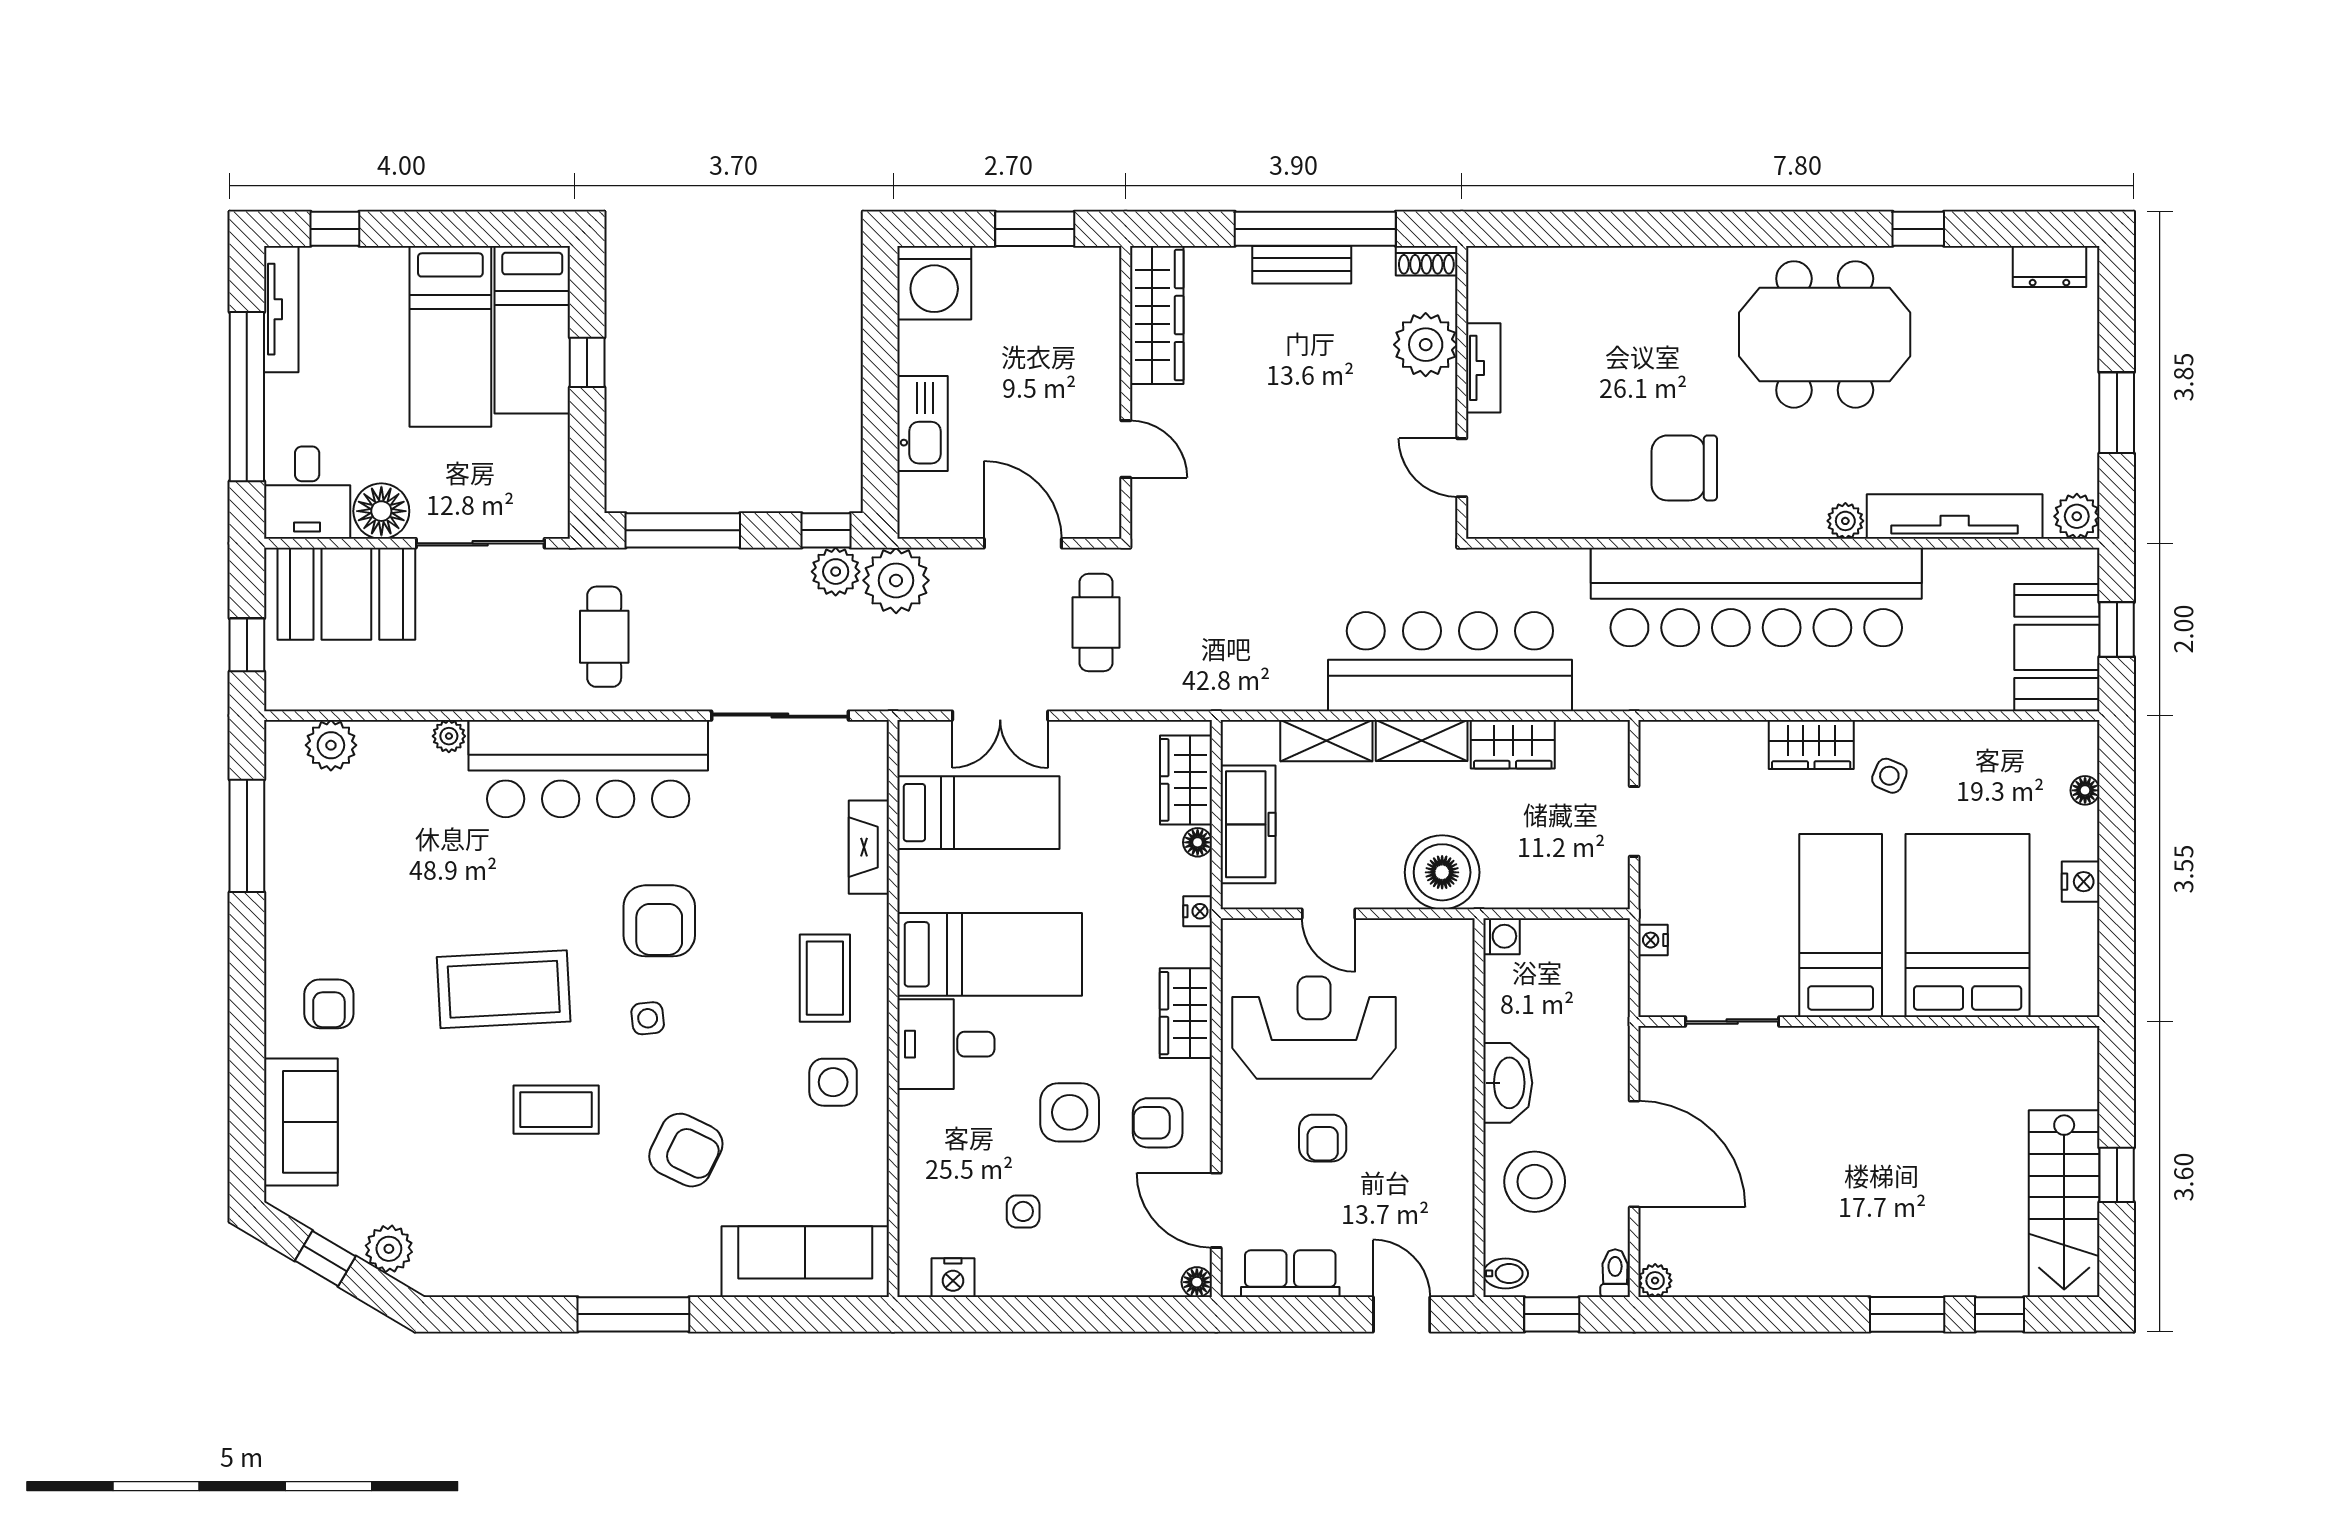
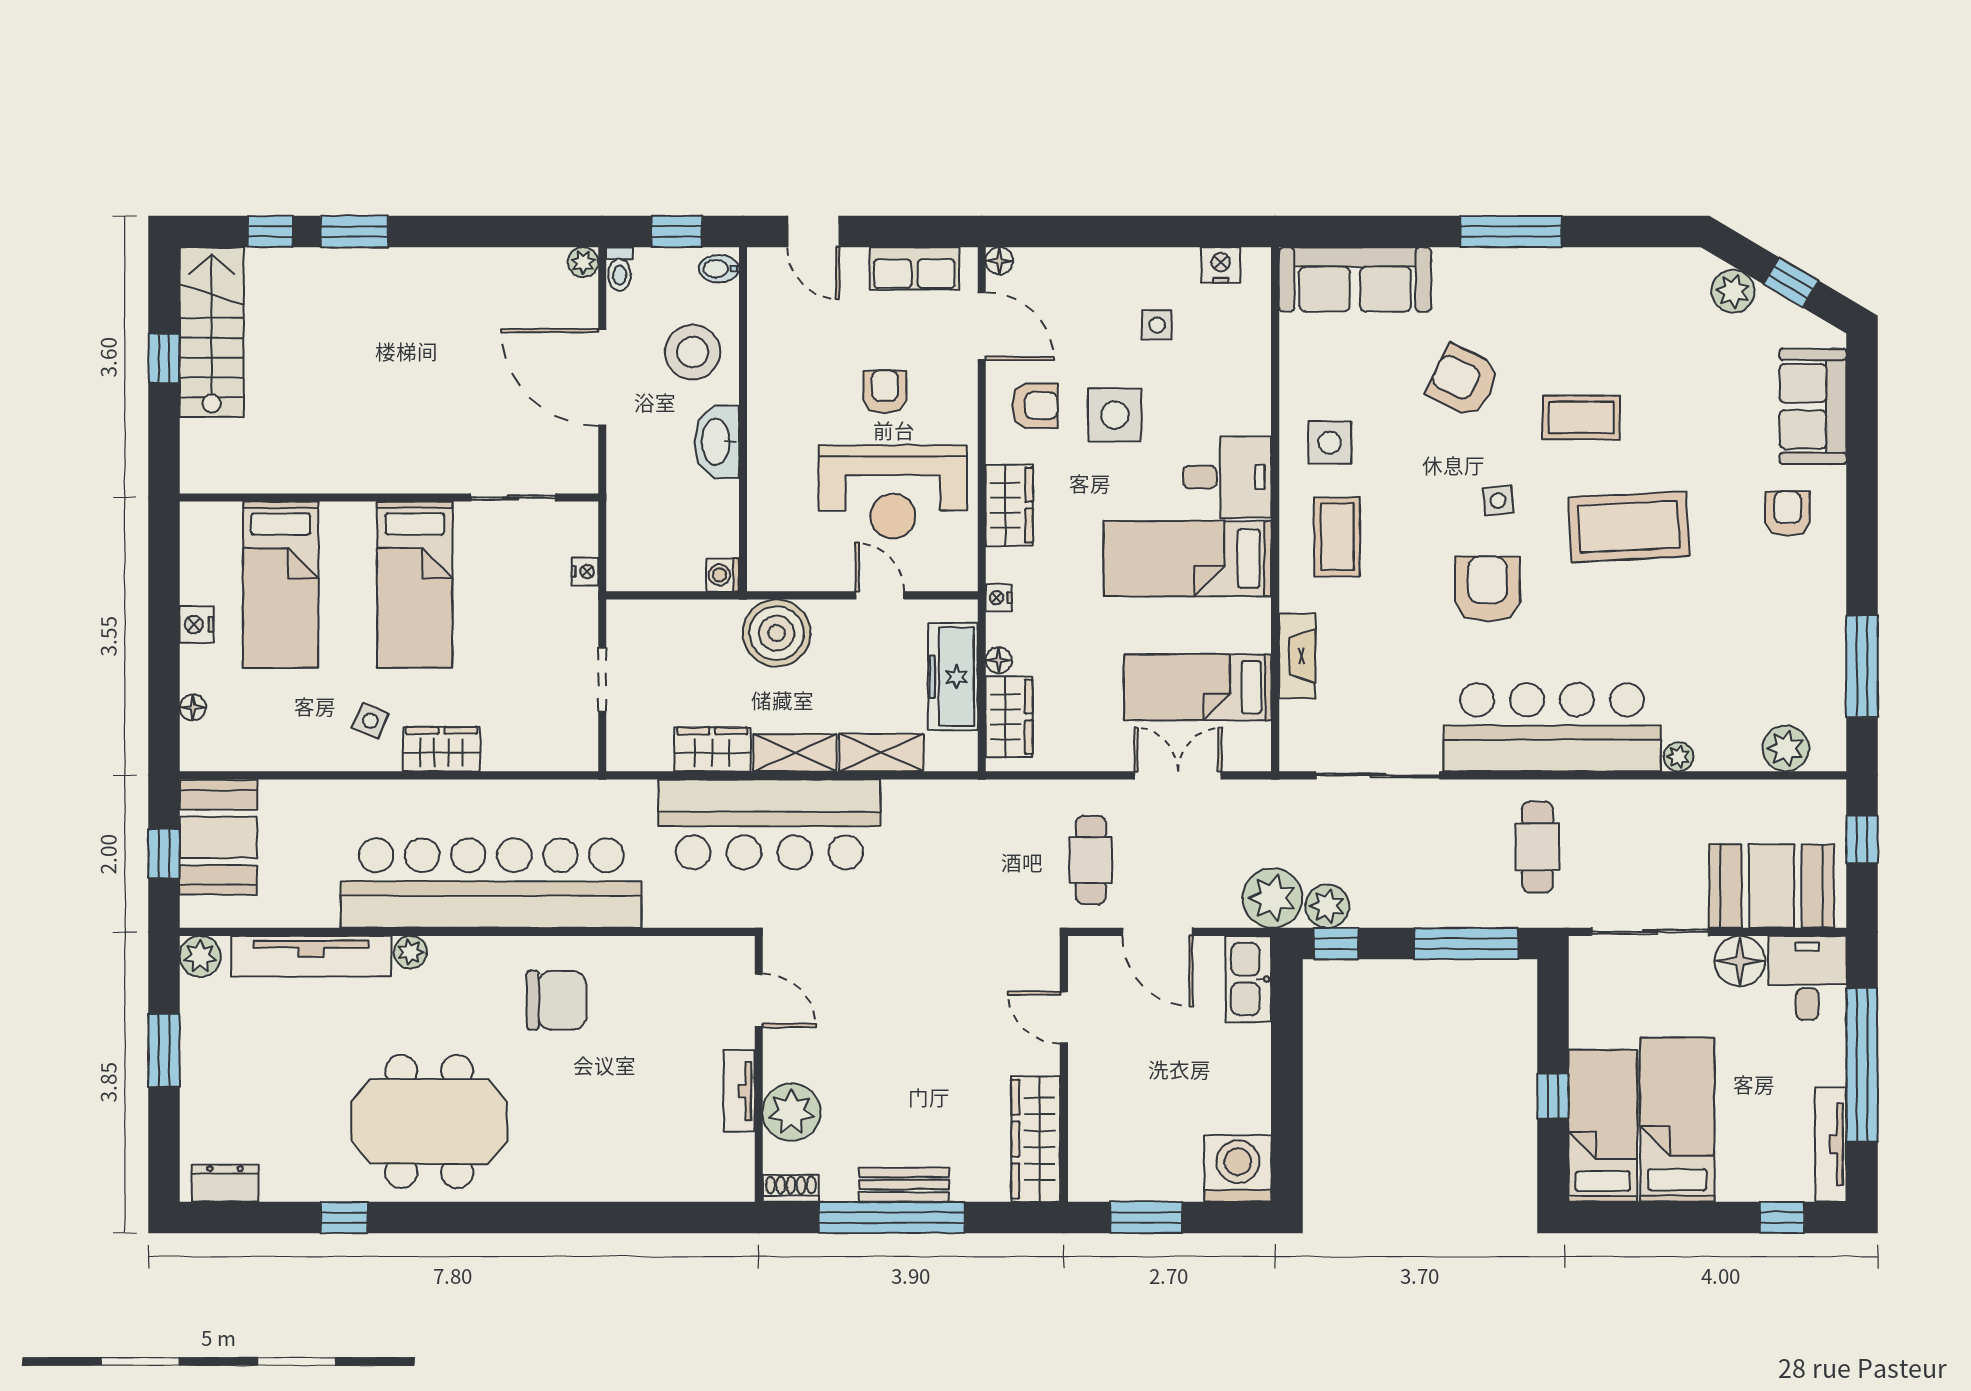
kitchen sink: (923, 424) -> (1248, 979), moved
bed: (1968, 926) -> (281, 585), width x0.67

